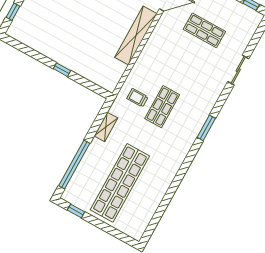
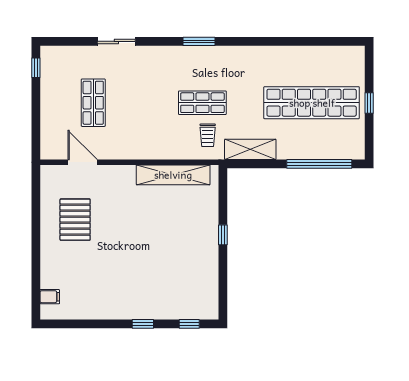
shelving: (136, 35) -> (173, 175), moved
shelving: (106, 127) -> (250, 149), width x1.50, depth x1.33
window: (76, 211) -> (369, 103), moved

